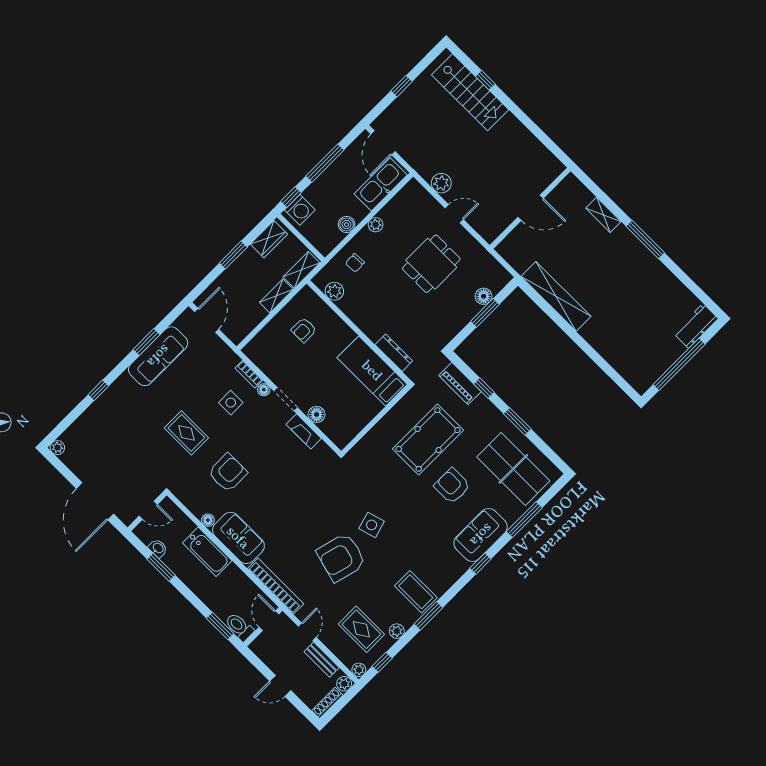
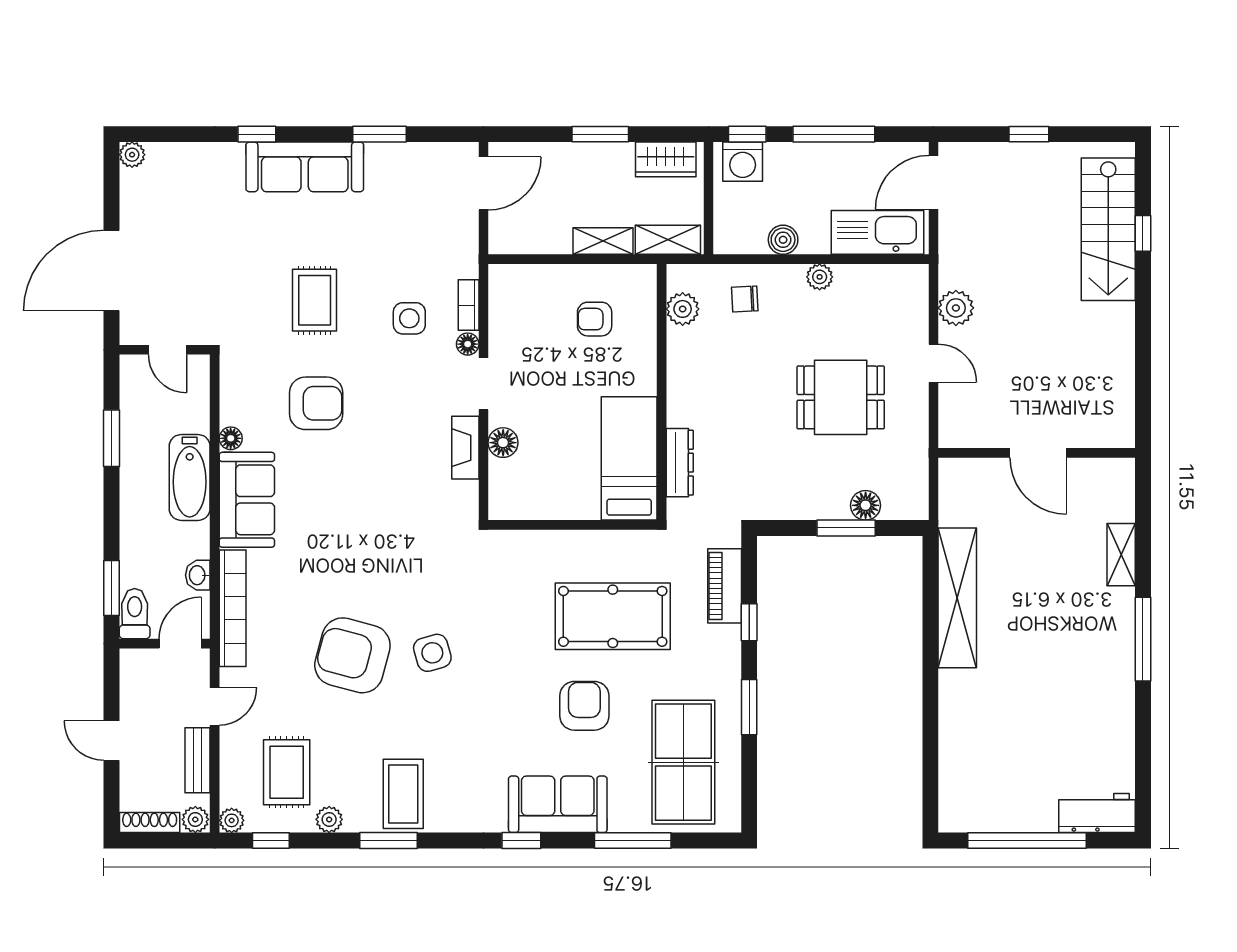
sofa: (158, 356) -> (305, 167), moved
washbasin: (158, 548) -> (198, 575), moved, turned 180

